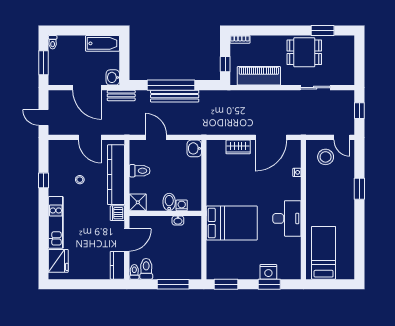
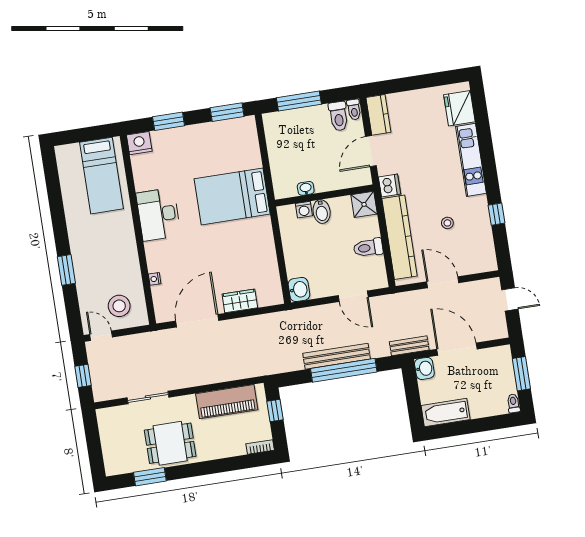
nightstand: (268, 272) -> (139, 143), moved

